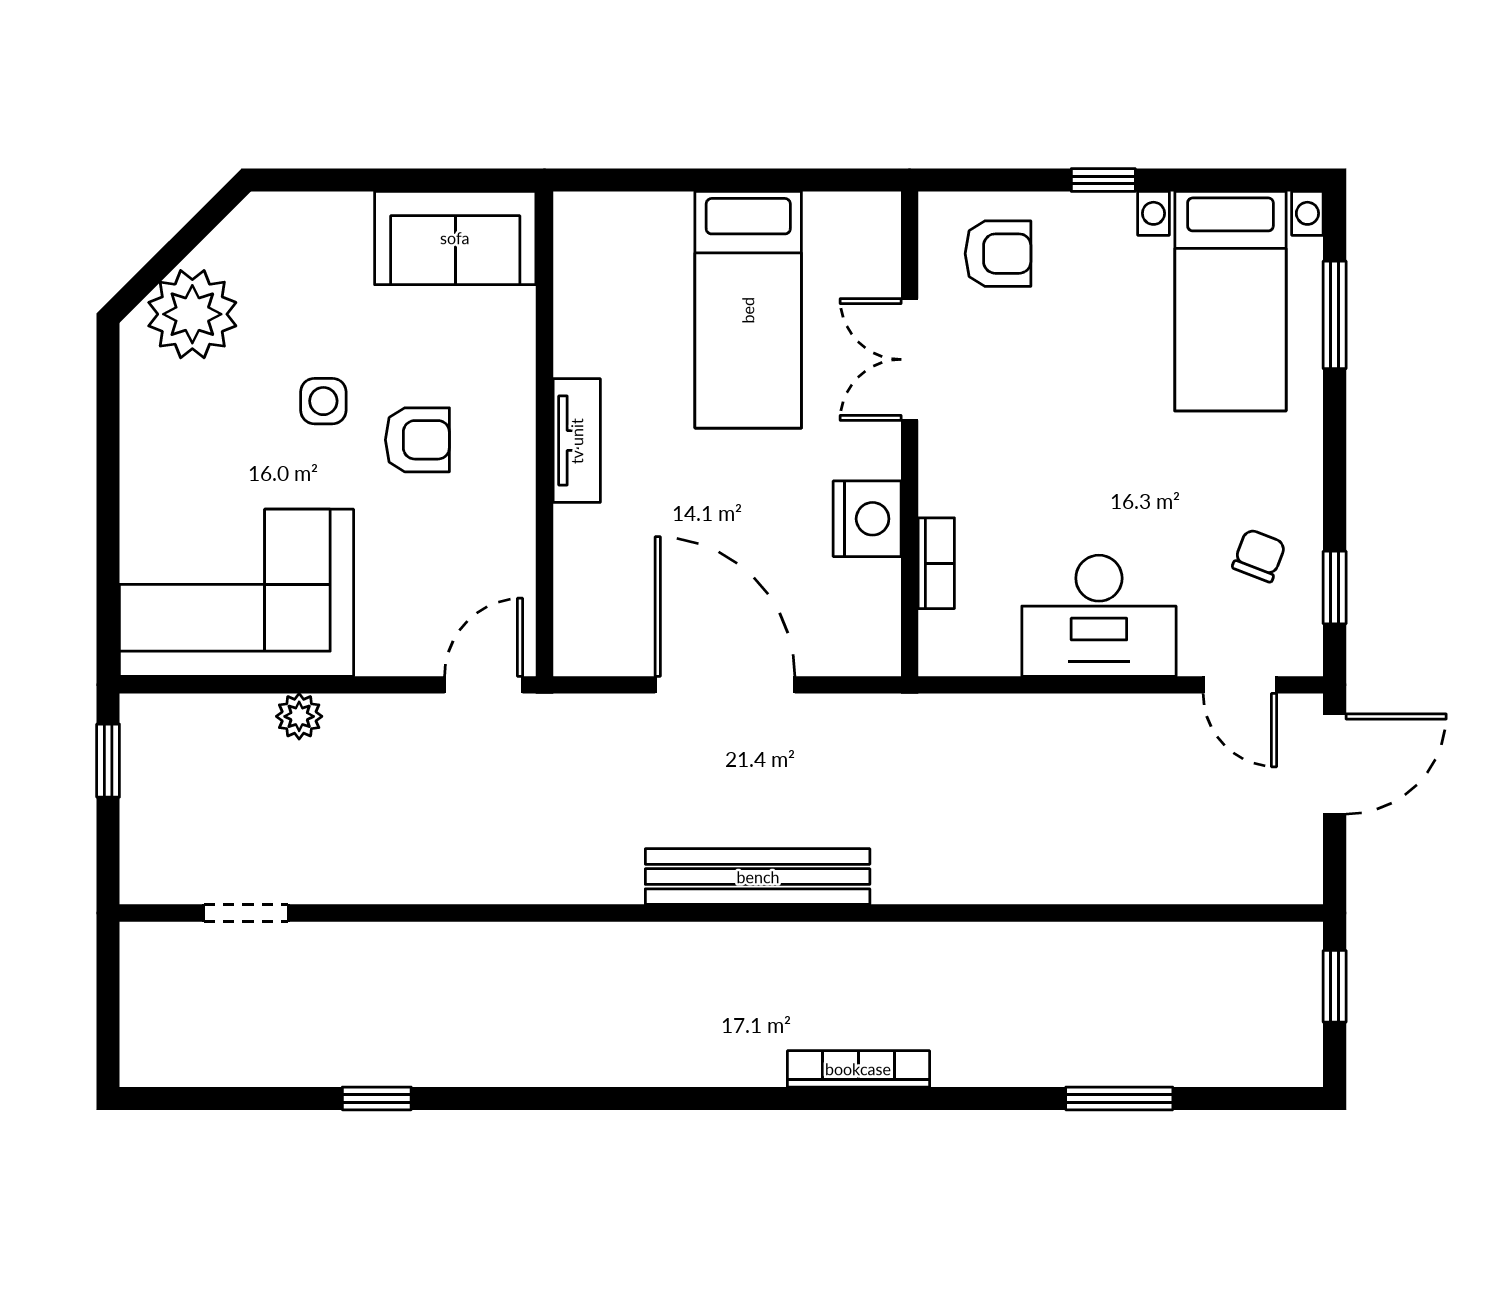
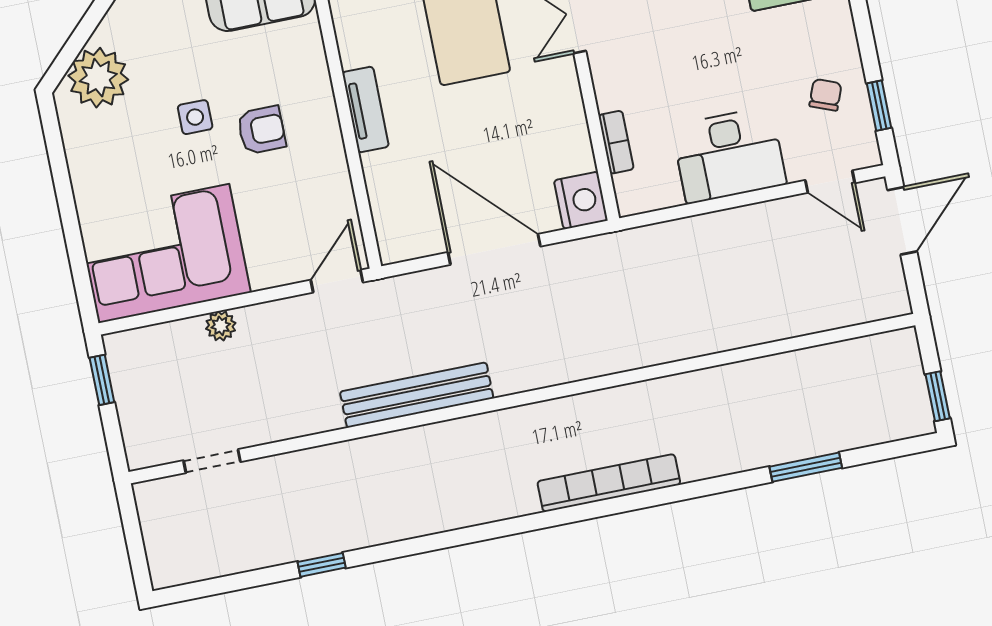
nightstand: (867, 519) -> (581, 200), moved
bench: (758, 877) -> (417, 395), moved
window: (1335, 986) -> (938, 396), moved
bookcase: (858, 1069) -> (609, 483), width x1.48, depth x1.31

